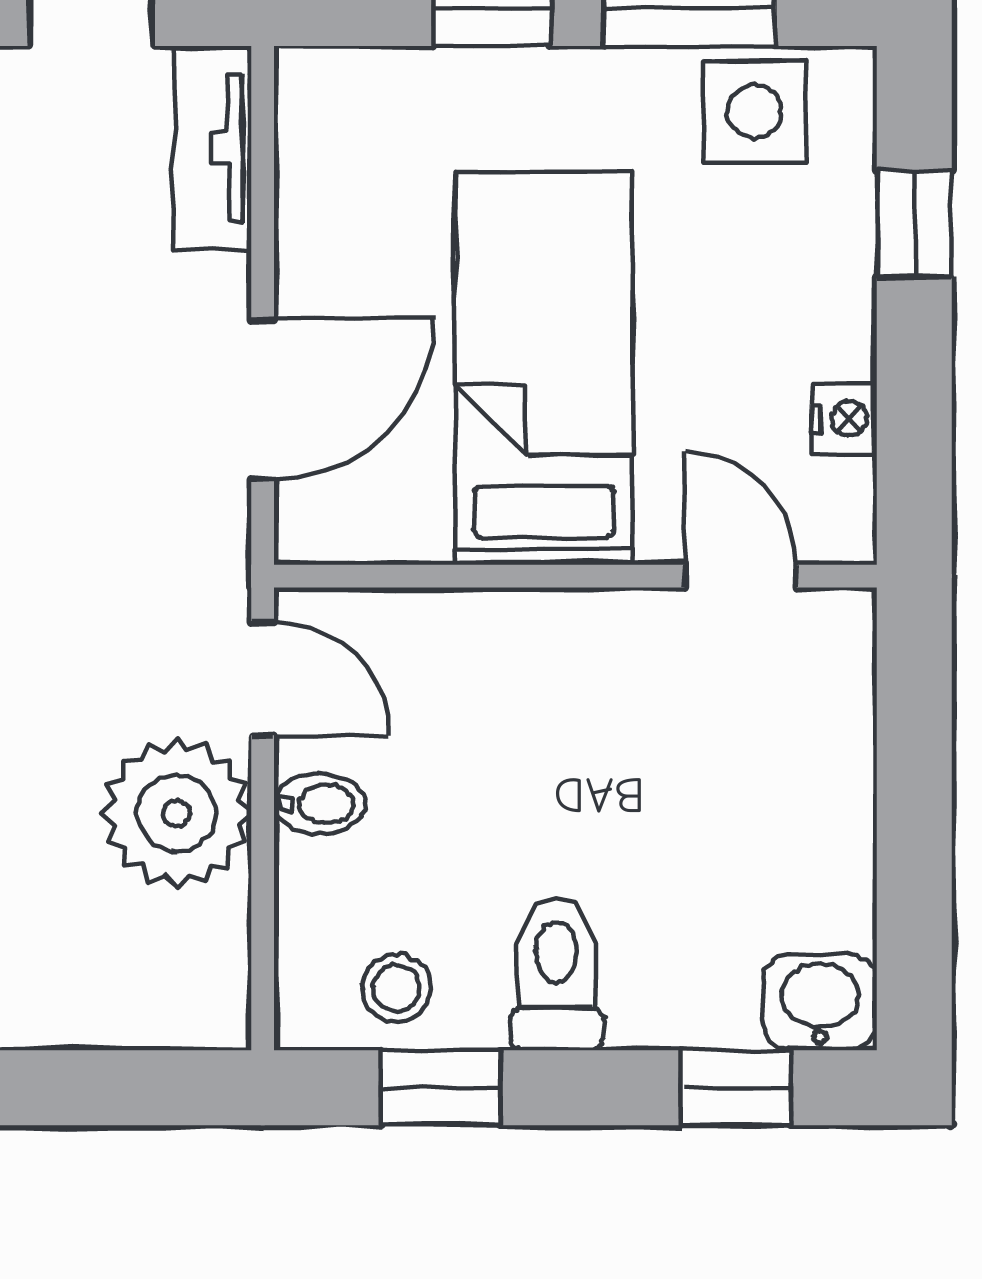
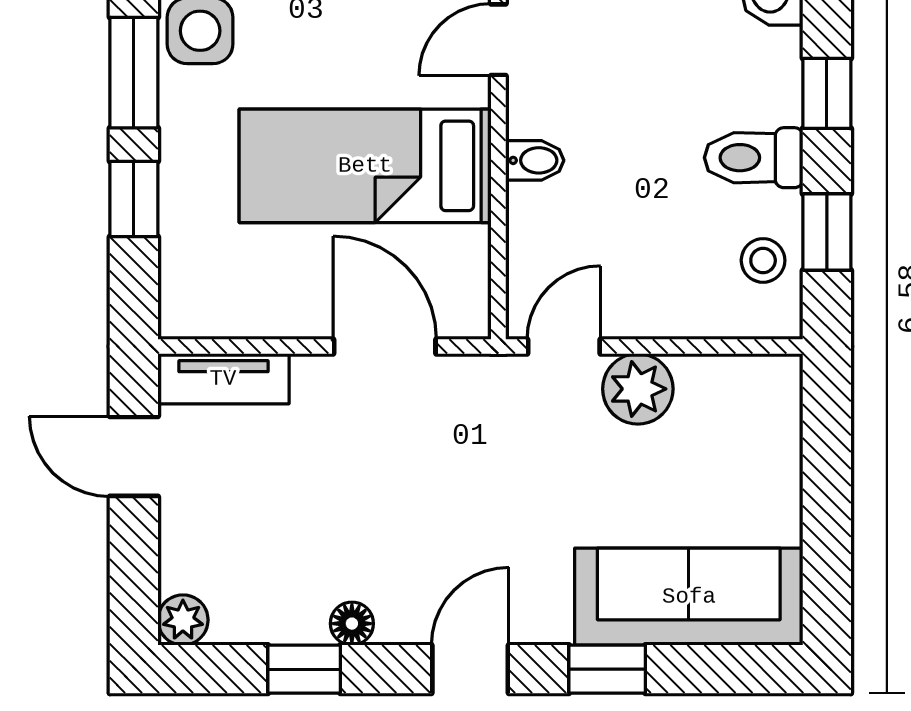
bidet: (319, 804) -> (535, 160), moved, turned 90
plant: (177, 813) -> (638, 389), width x0.73, depth x0.73
window: (736, 1088) -> (827, 93), moved

